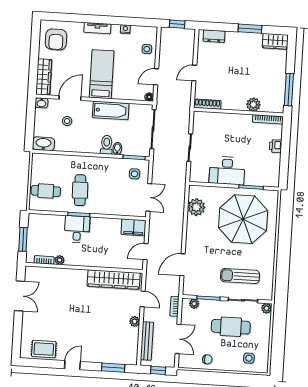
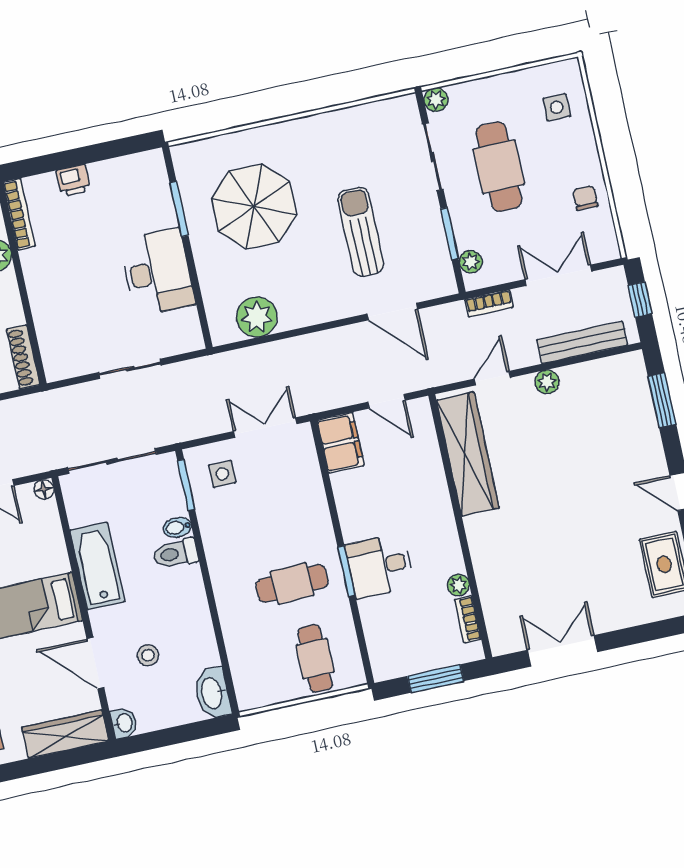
parasol: (243, 219) -> (254, 206), width x0.73, depth x0.73
sun lounger: (240, 276) -> (361, 232), moved, turned 180

